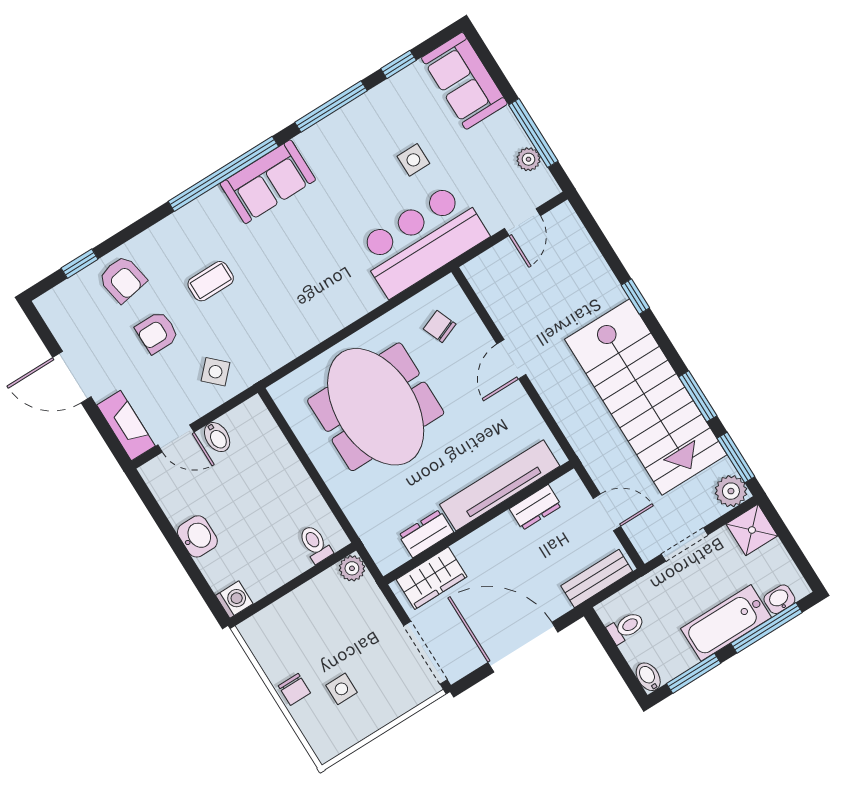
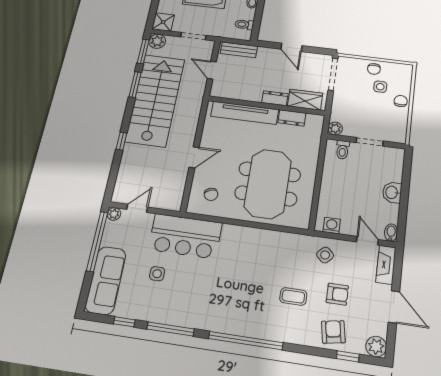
sofa: (464, 81) -> (106, 280), width x1.36
window: (533, 133) -> (97, 241), width x1.46
plant: (528, 159) -> (114, 214), moved
sofa: (268, 182) -> (229, 319), removed
plant: (54, 306) -> (376, 347), added
bidet: (217, 437) -> (391, 233), moved
dresser: (536, 507) -> (275, 98), moved
doorway: (288, 588) -> (370, 142), added
washing machine: (234, 600) -> (332, 226), moved, turned 90
door: (523, 647) -> (291, 47), width x0.53
chair: (374, 711) -> (374, 69), added

